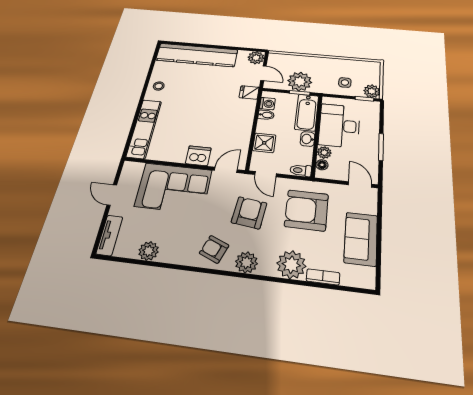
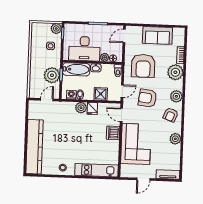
plant: (256, 58) -> (81, 108), moved
fridge: (249, 92) -> (92, 108), moved
plant: (149, 251) -> (175, 139), moved

